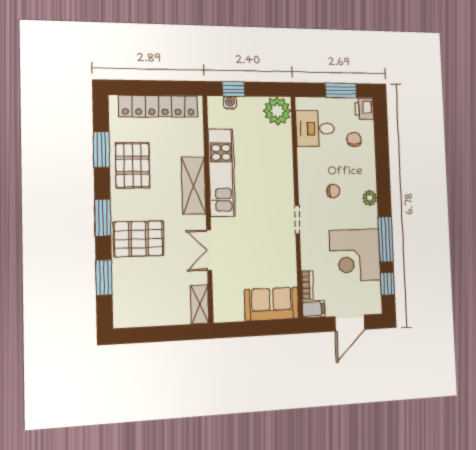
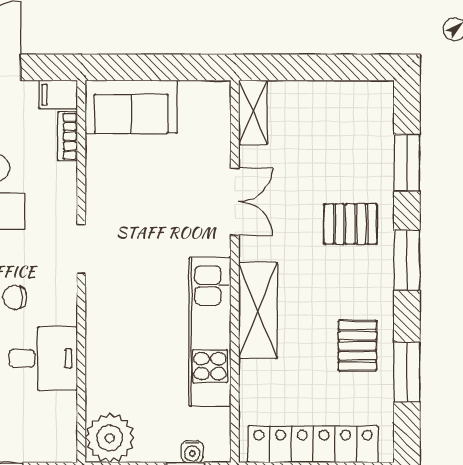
desk: (315, 129) -> (43, 358), moved
pallet: (133, 165) -> (357, 346), width x0.67, depth x0.71
pallet: (139, 239) -> (350, 224), width x0.67, depth x0.71

